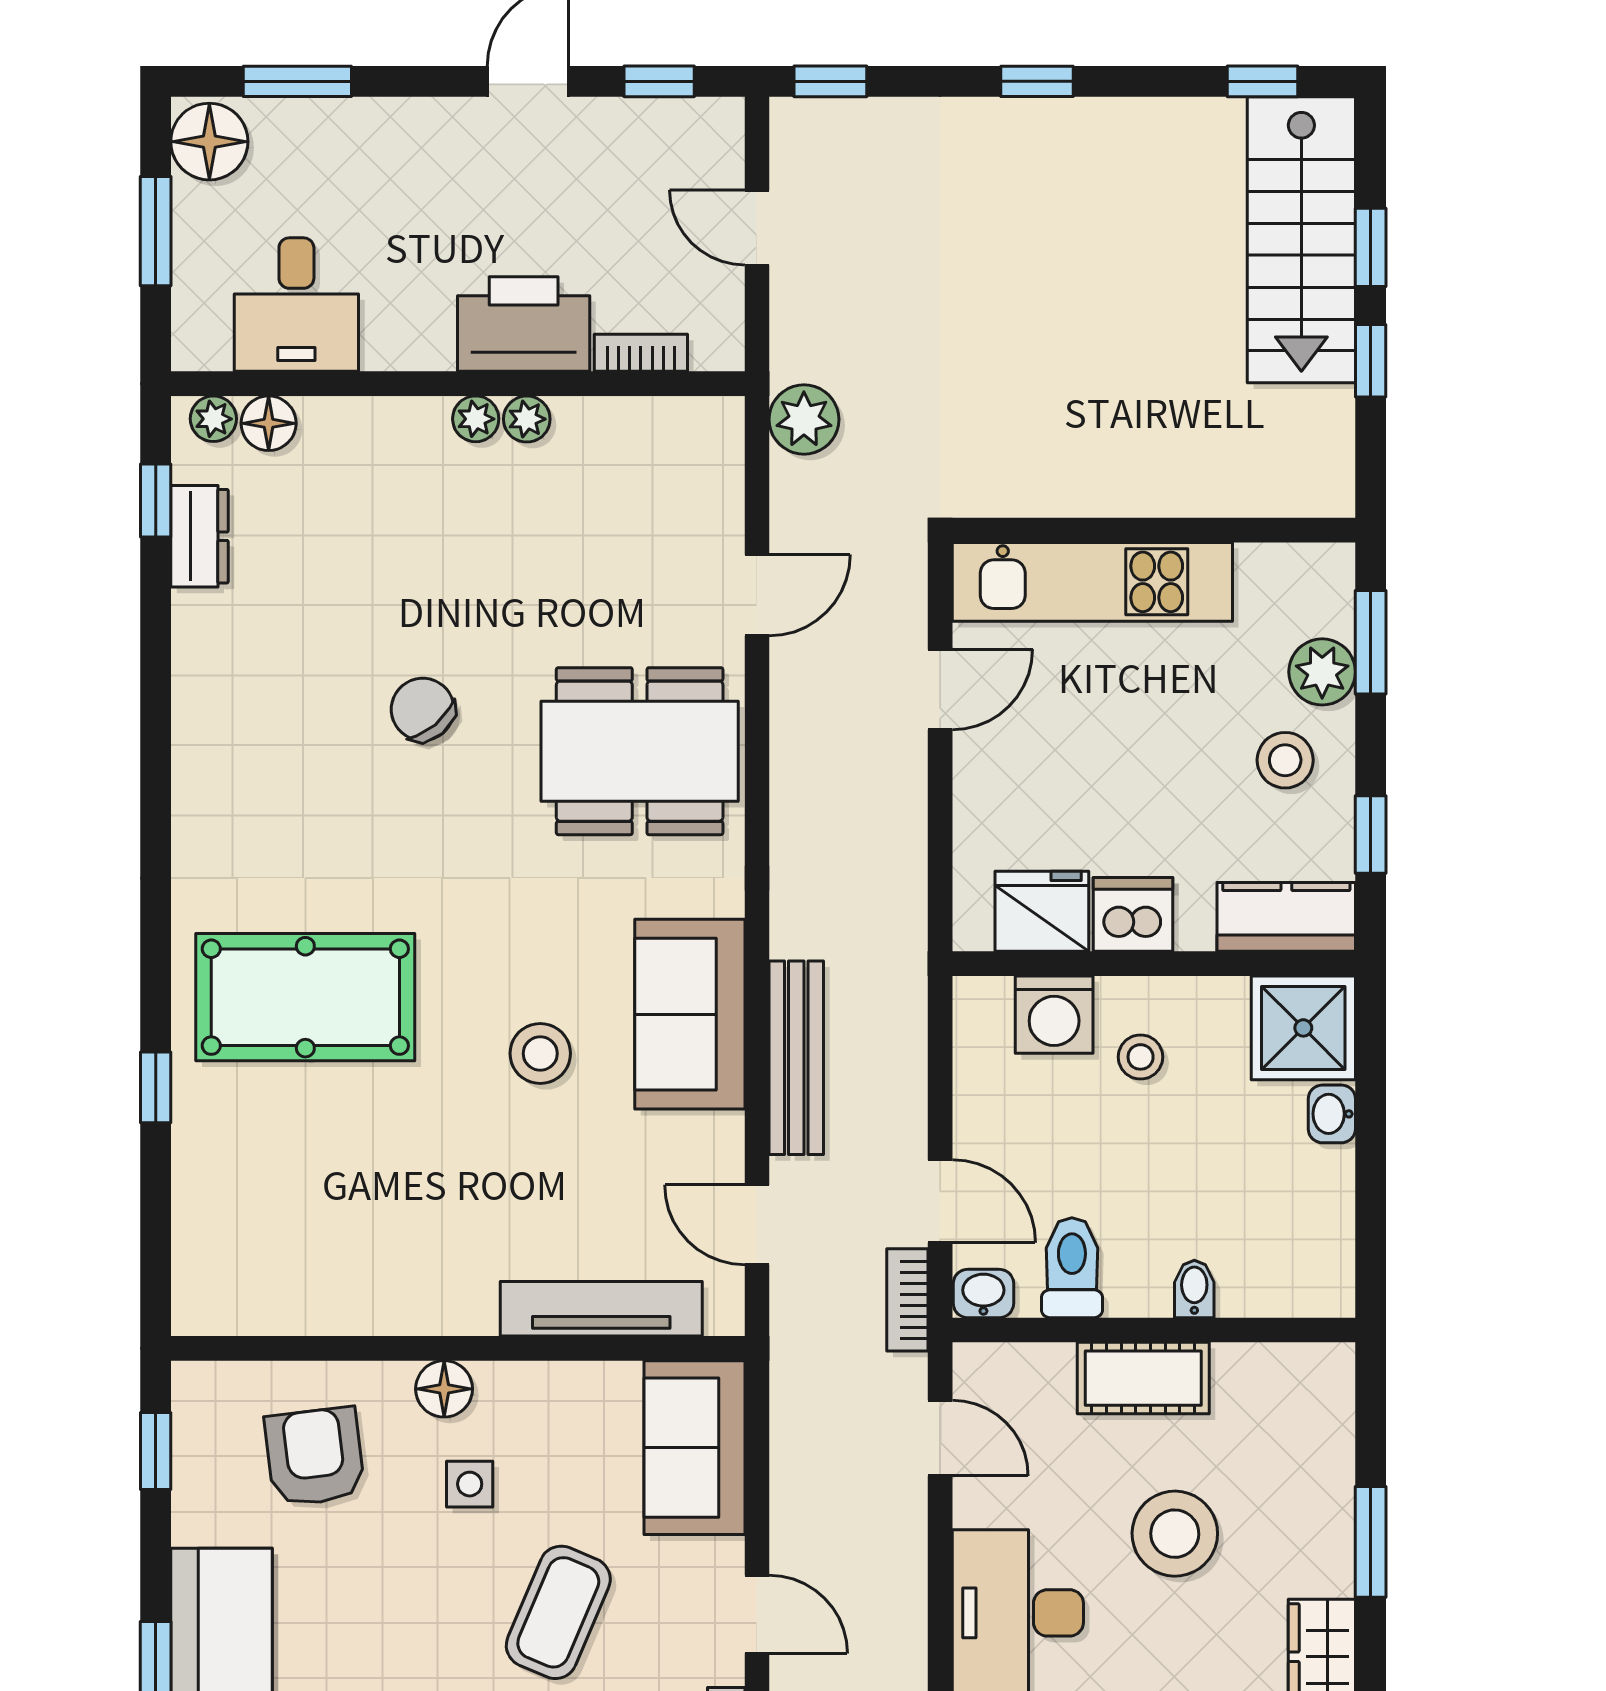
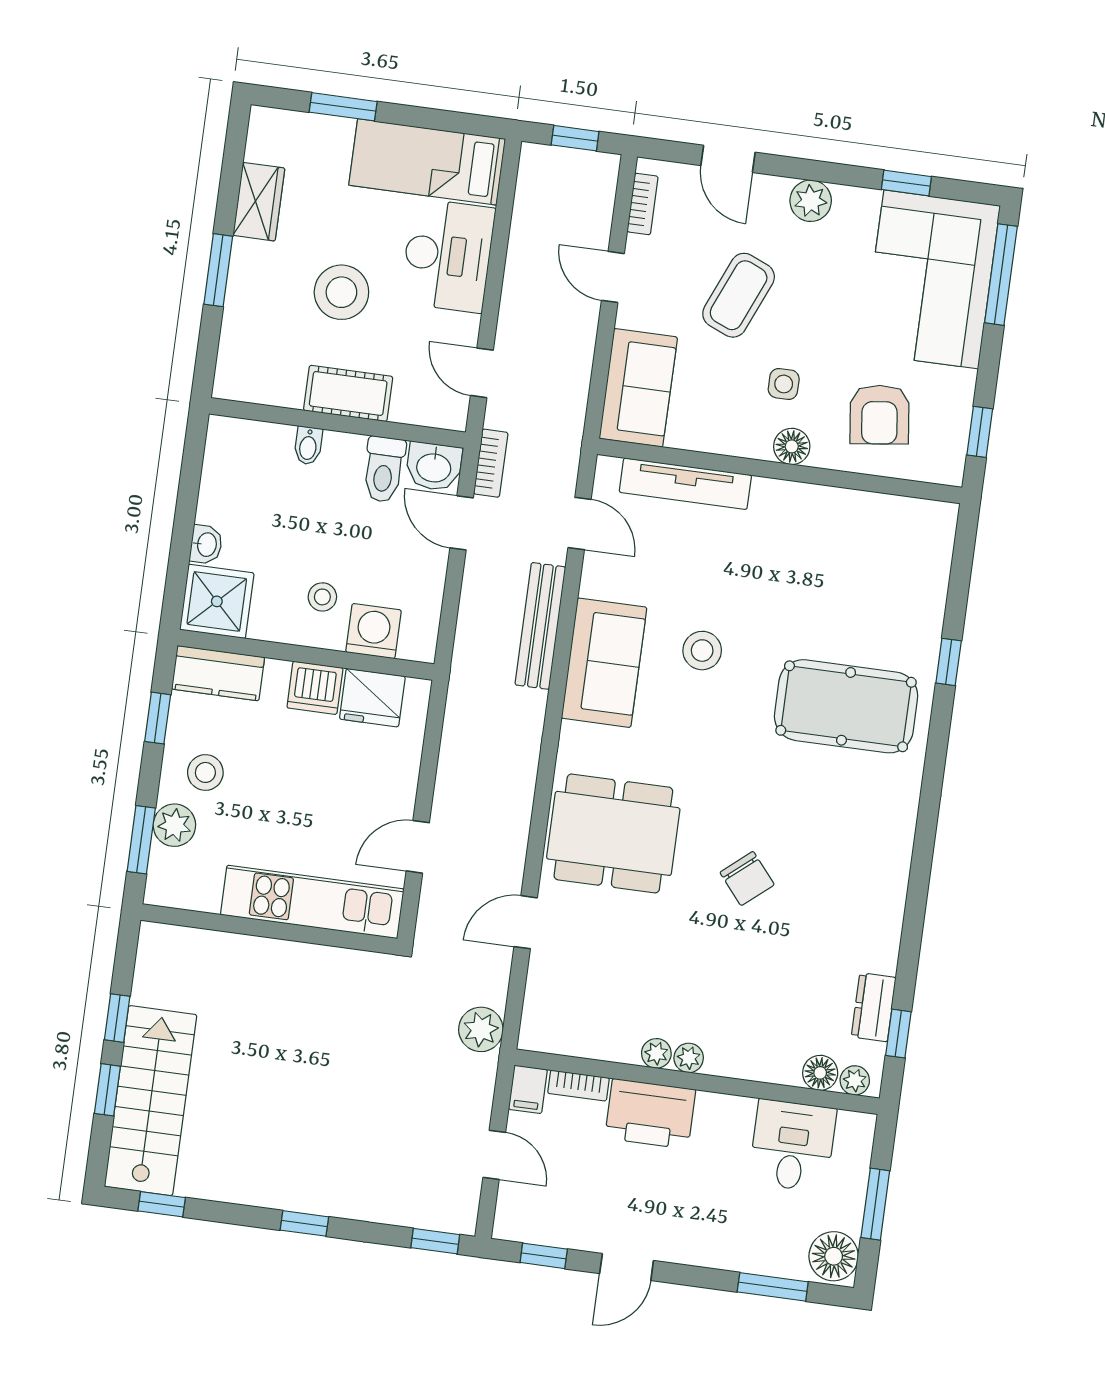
filing cabinet: (718, 336) -> (528, 1089), added
washbasin: (983, 1293) -> (434, 467), width x1.38, depth x1.45

